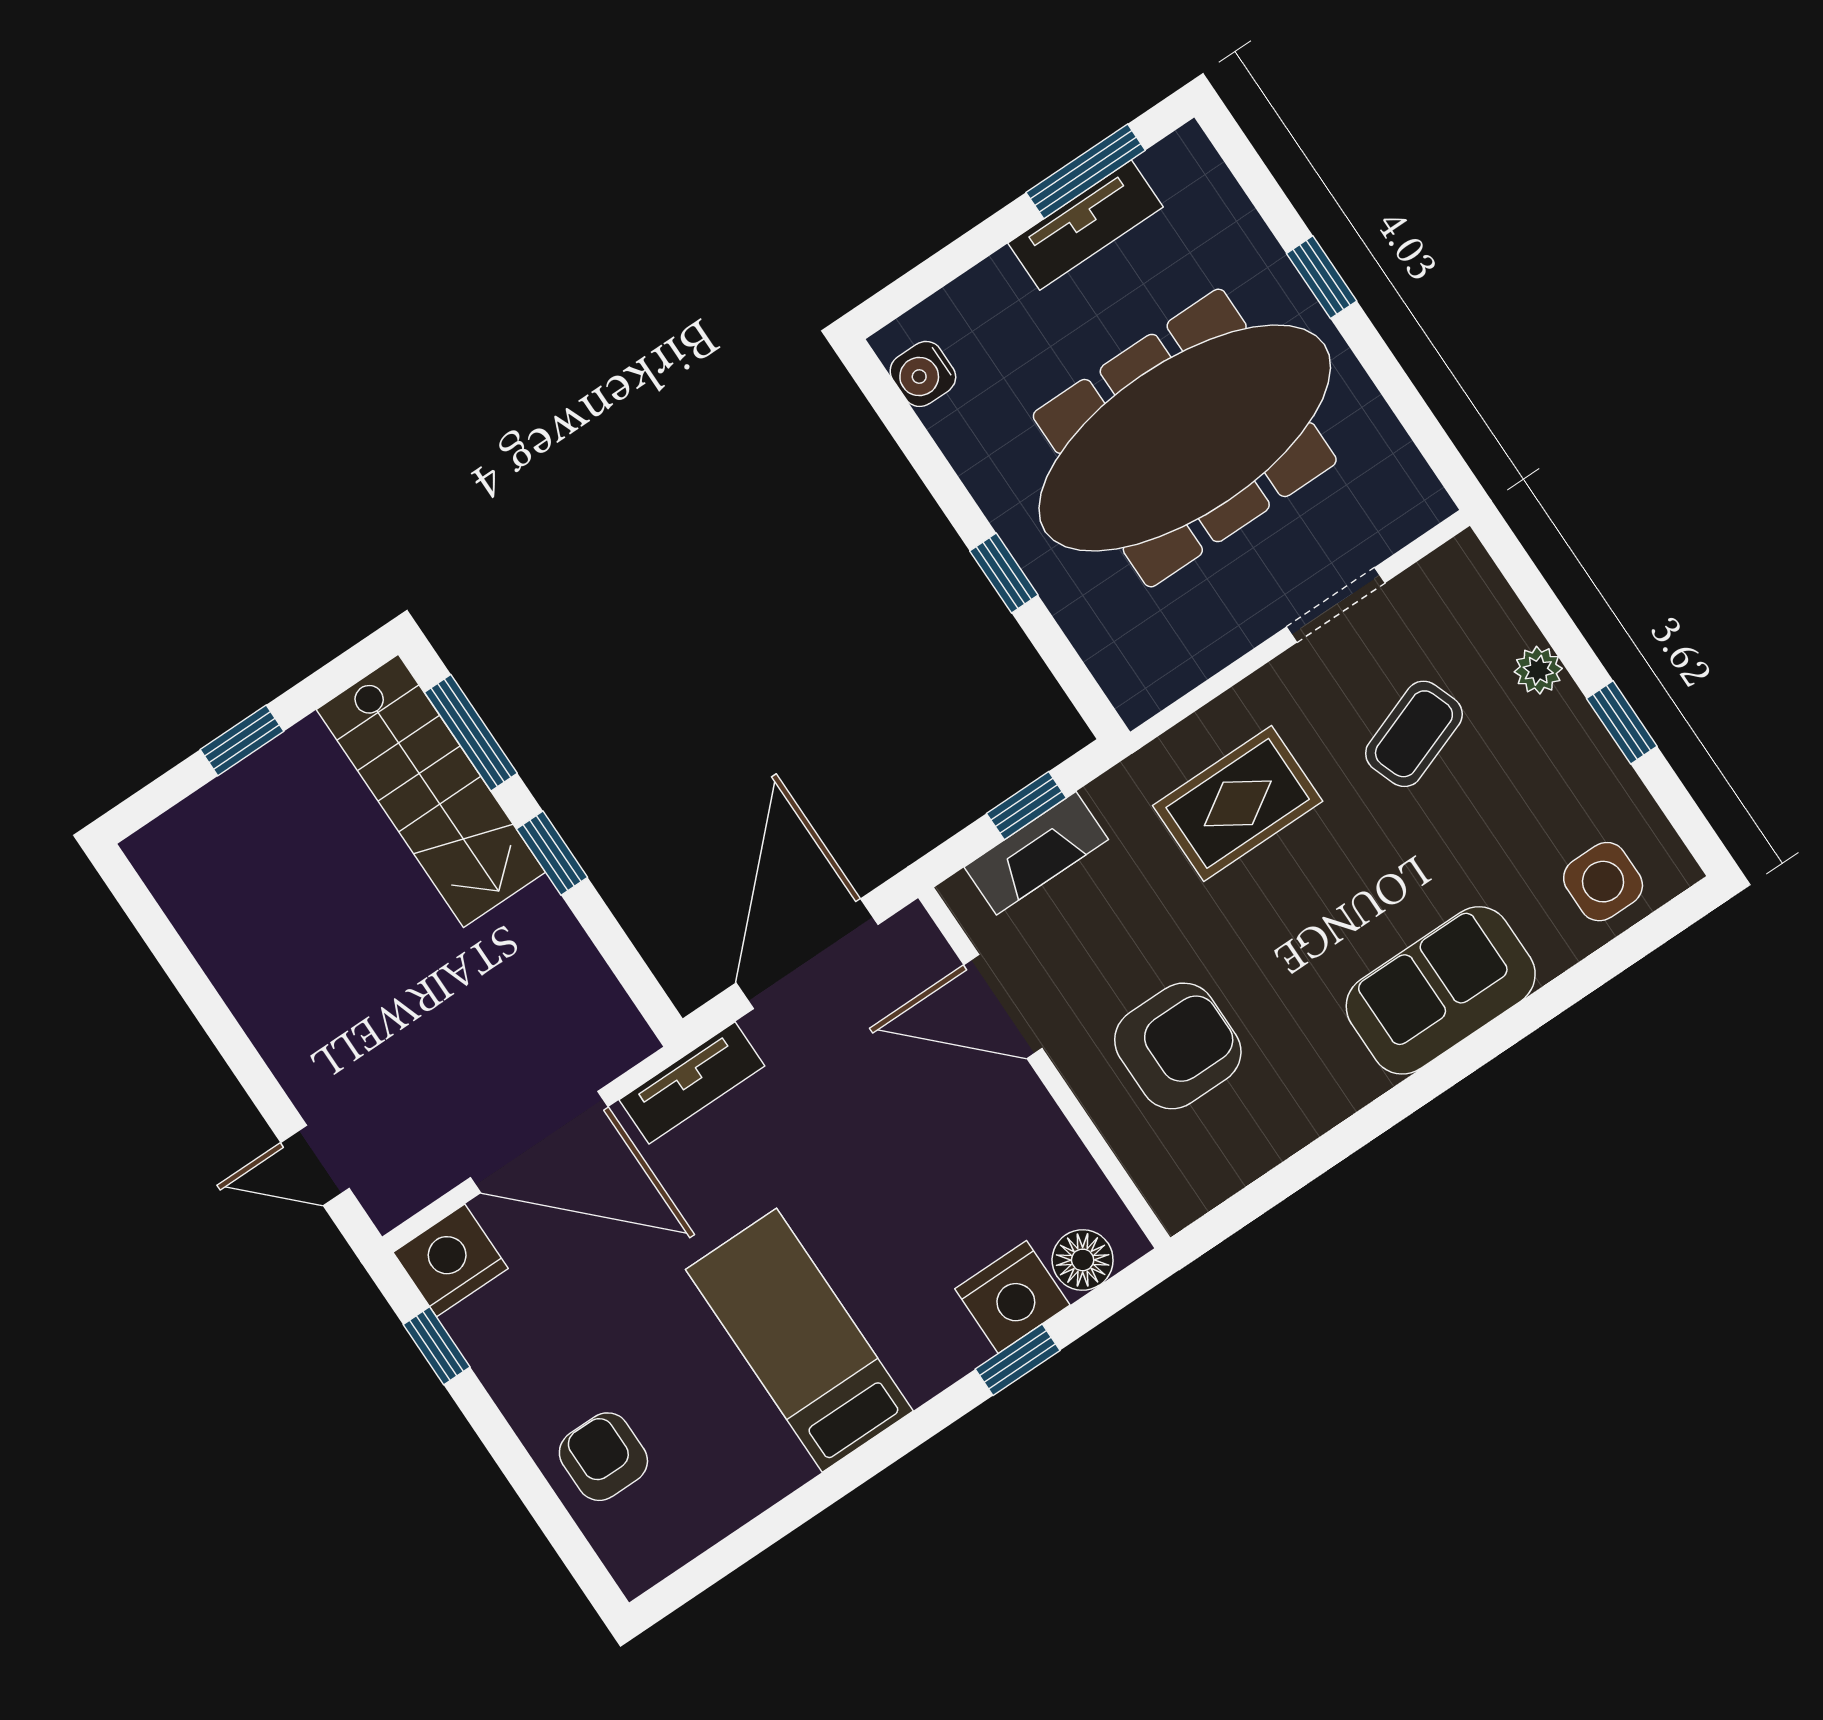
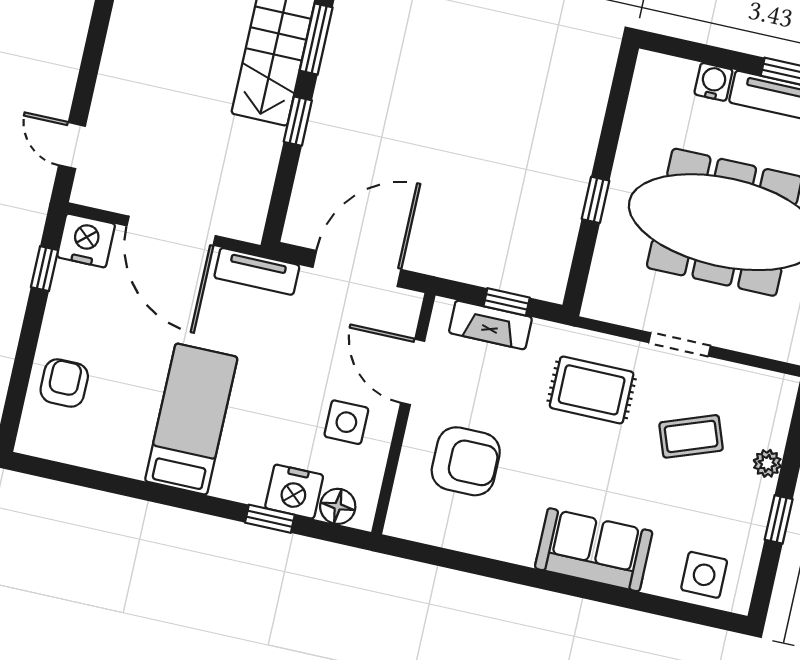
water cooler: (923, 374) -> (713, 82), moved, turned 90
doorway: (1336, 605) -> (679, 344), moved
side table: (987, 1149) -> (346, 422), added

